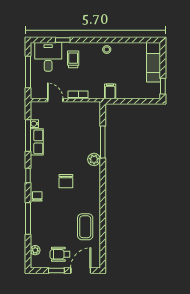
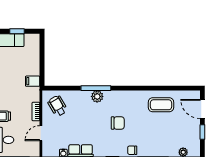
window: (163, 86) -> (17, 31), moved
window: (103, 142) -> (96, 88), moved
wheelchair: (60, 254) -> (58, 106), moved, turned 150

